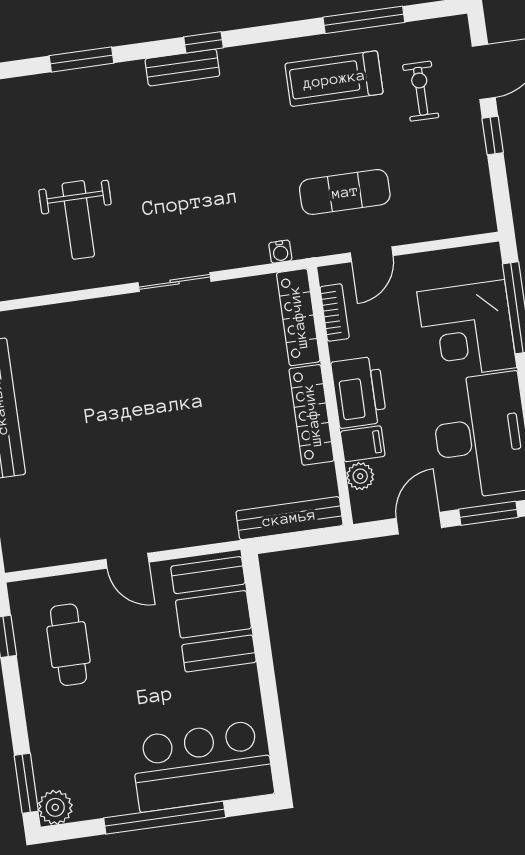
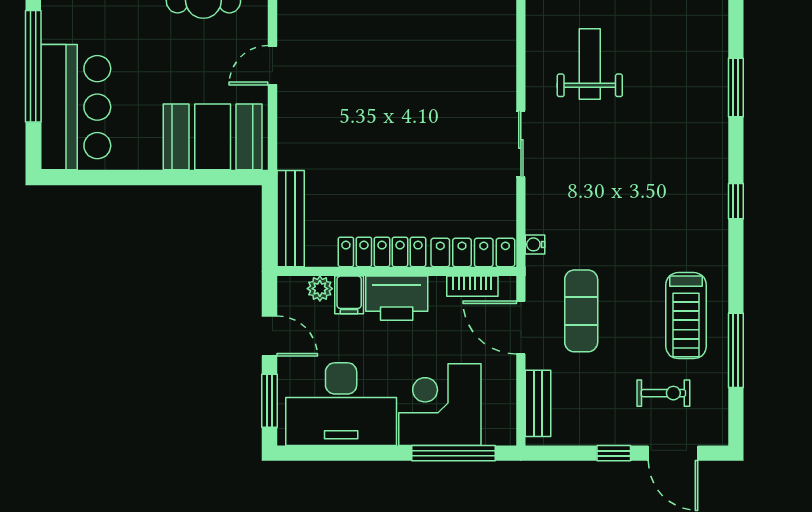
bench: (182, 67) -> (538, 403), moved
treadmill: (334, 79) -> (686, 316), turned 180
weight bench: (78, 220) -> (590, 64), turned 90
door: (372, 254) -> (521, 327), width x1.38

